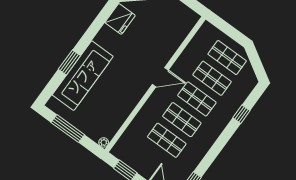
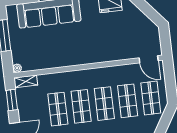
door: (160, 77) -> (149, 59), moved
shelving: (121, 145) -> (26, 81), added

